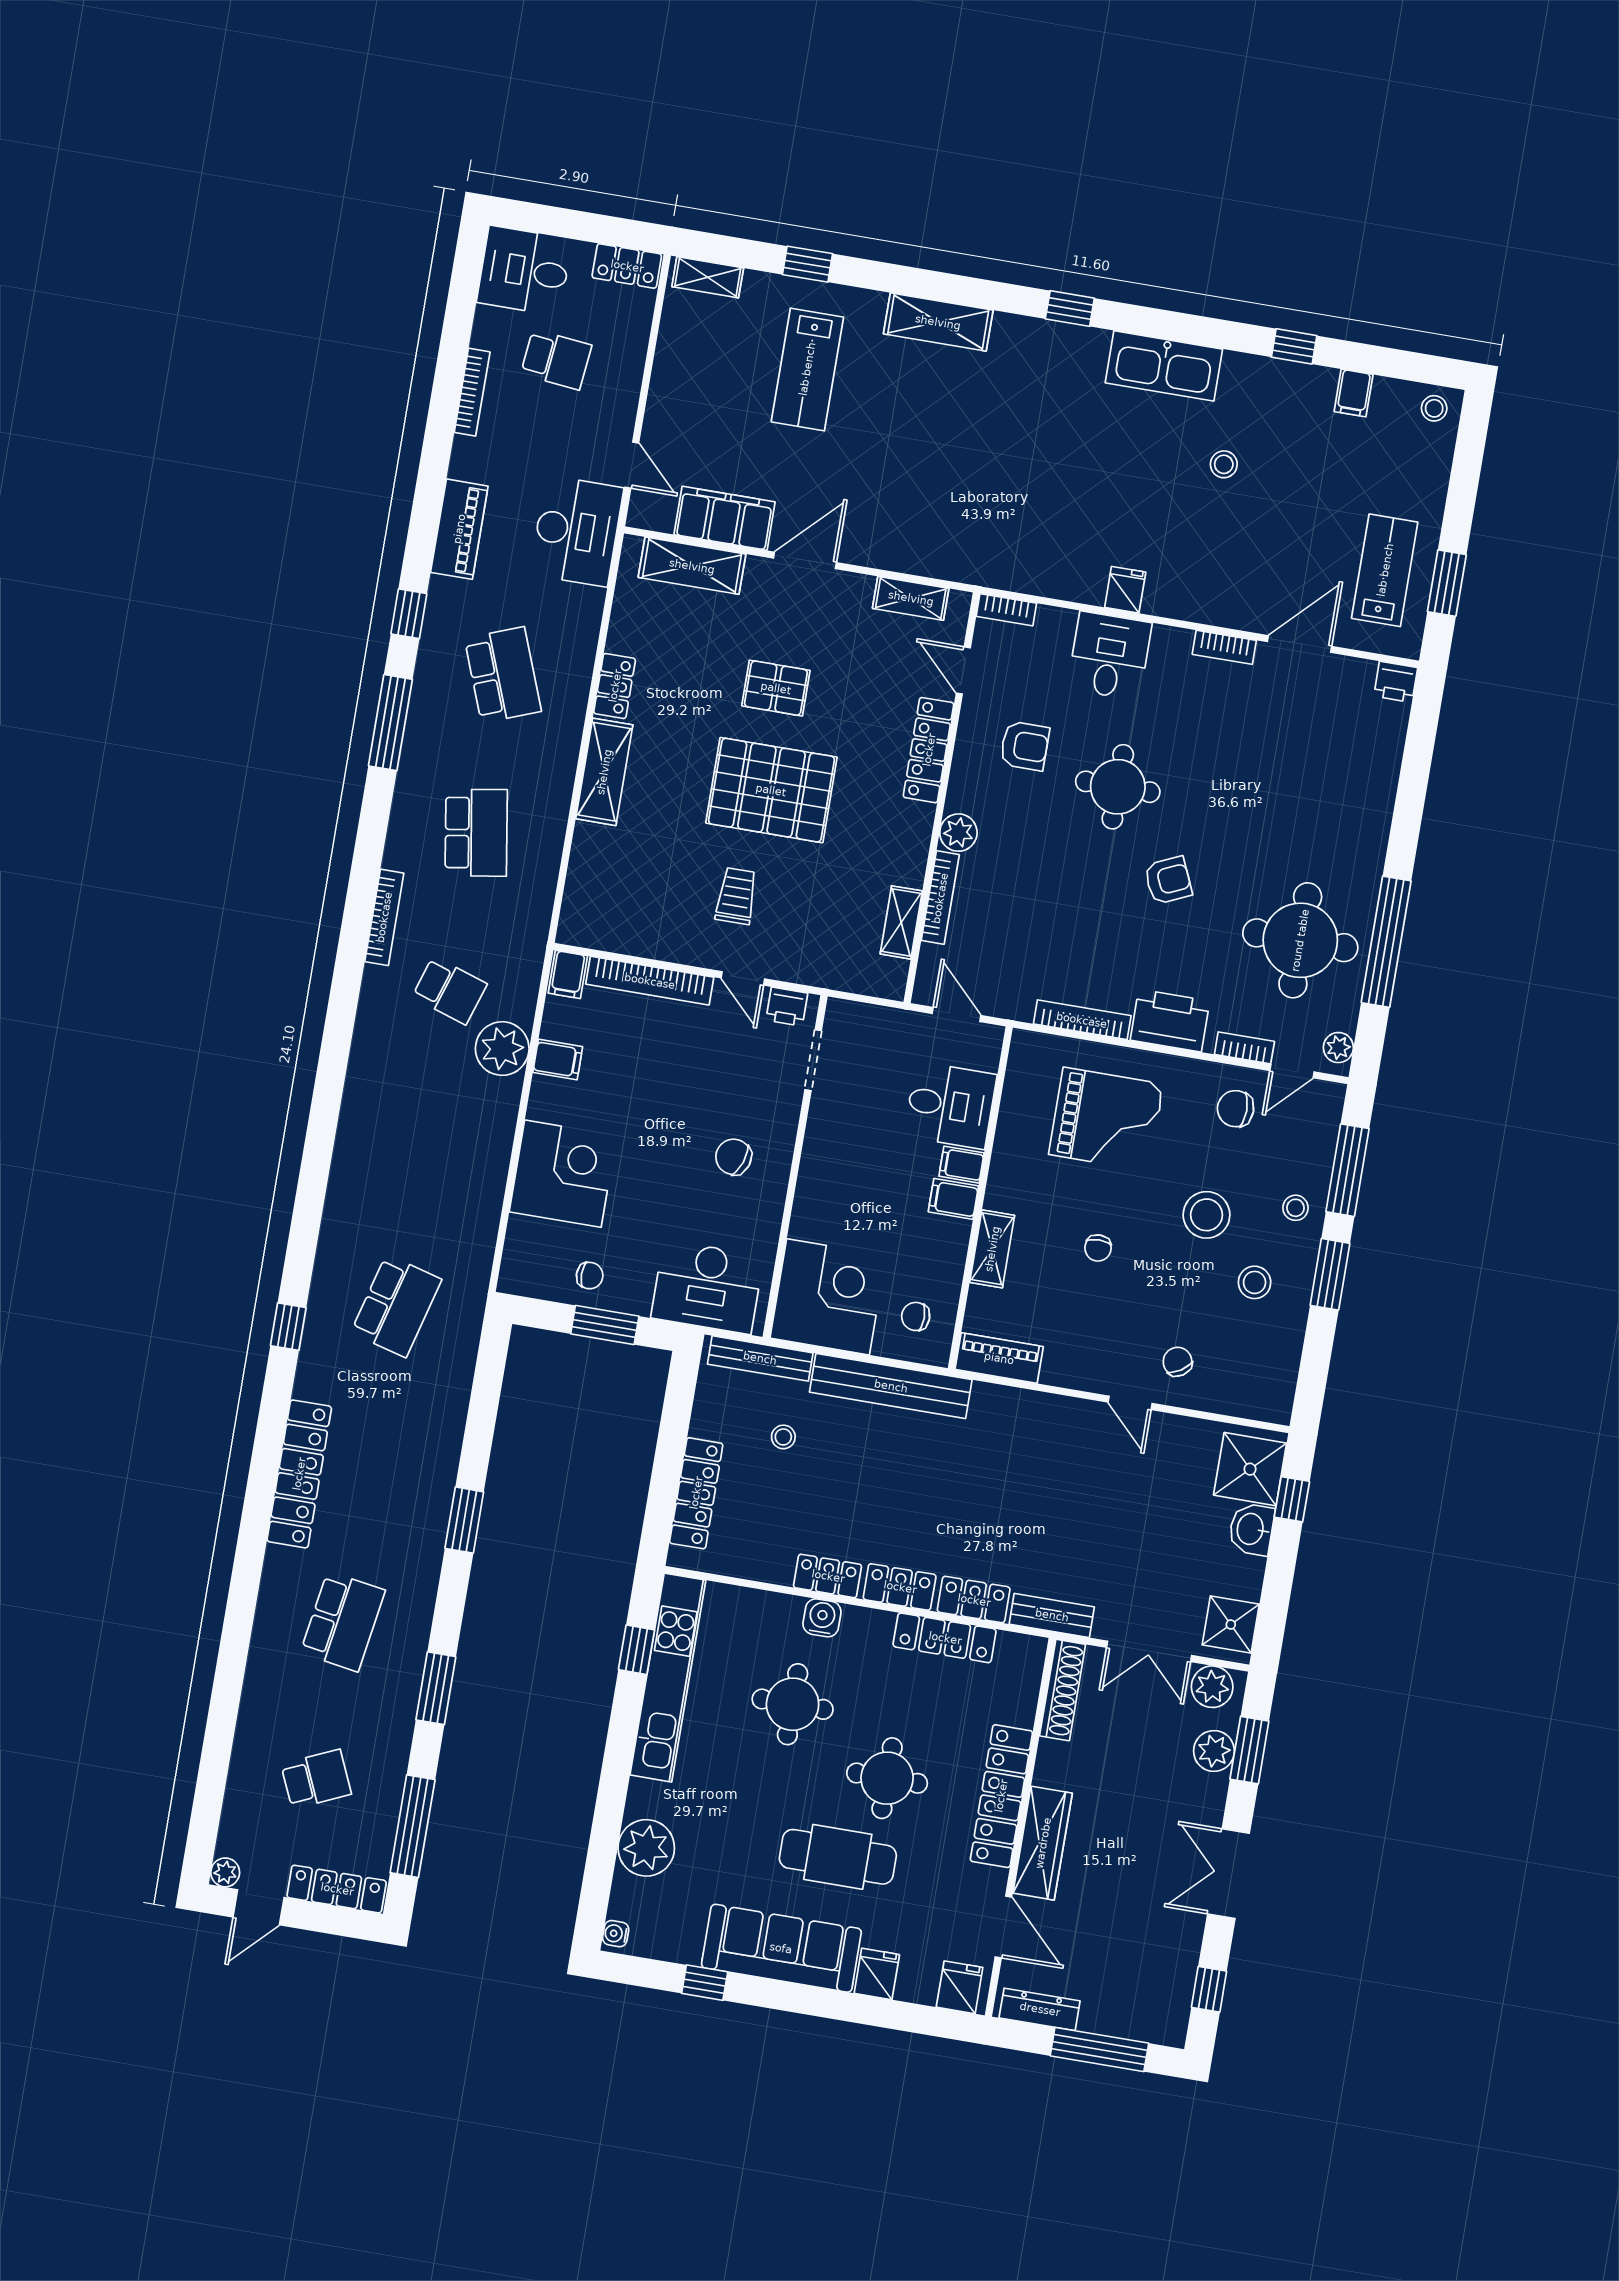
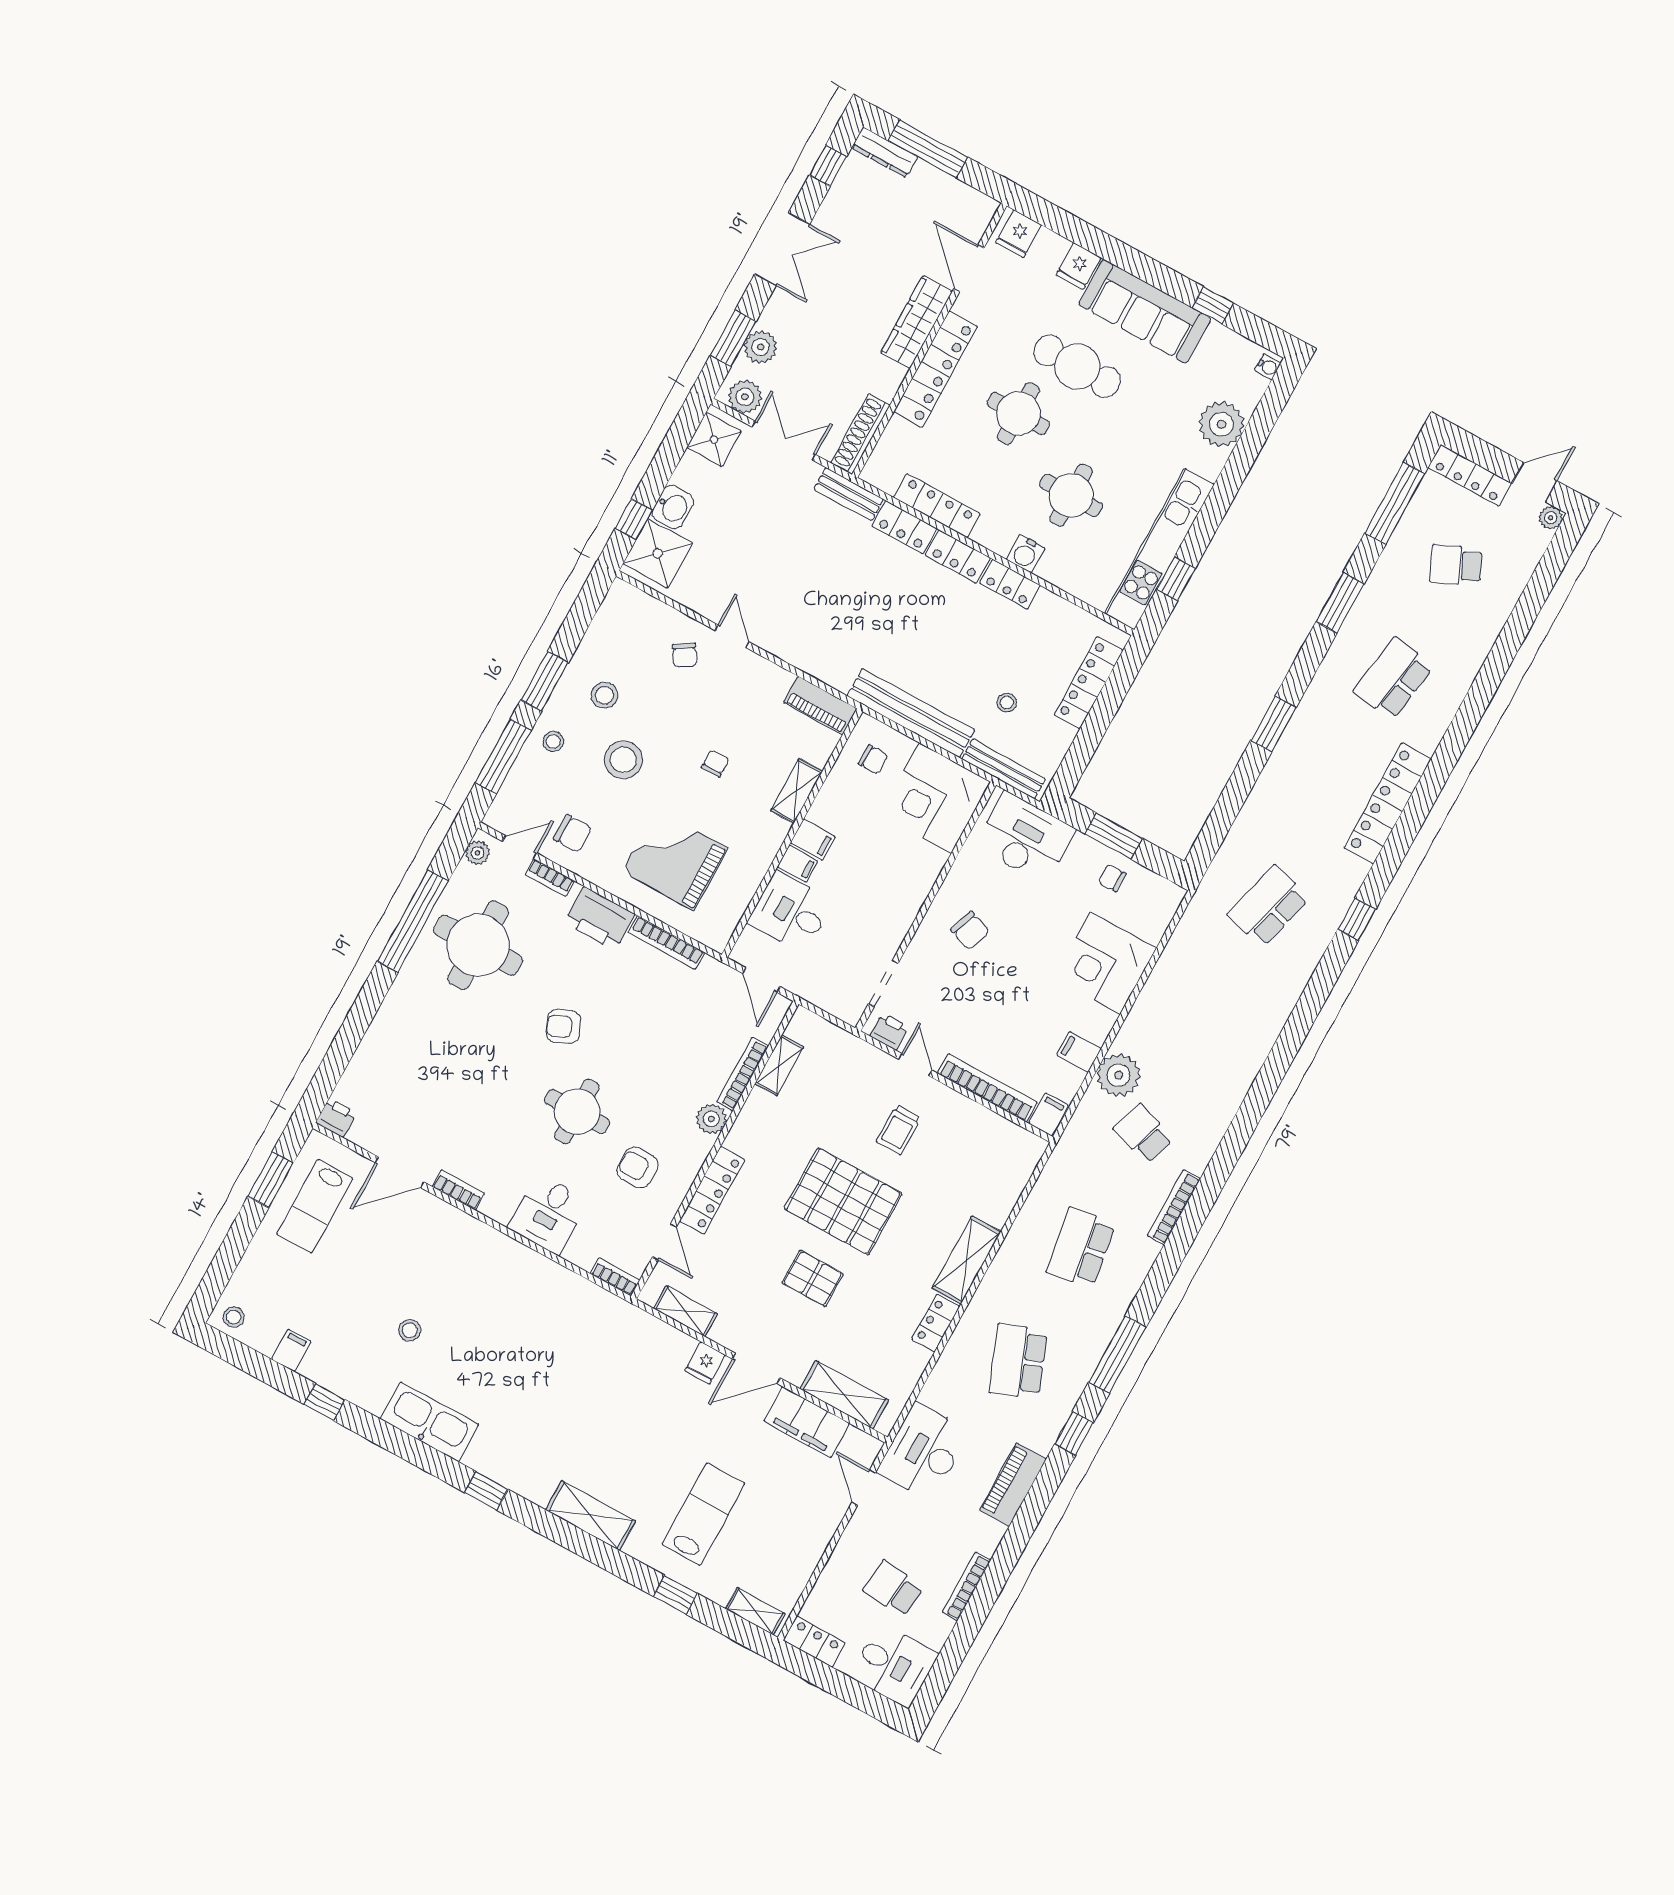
fridge: (1125, 590) -> (705, 1363), moved
dresser: (1040, 2009) -> (885, 152), moved

